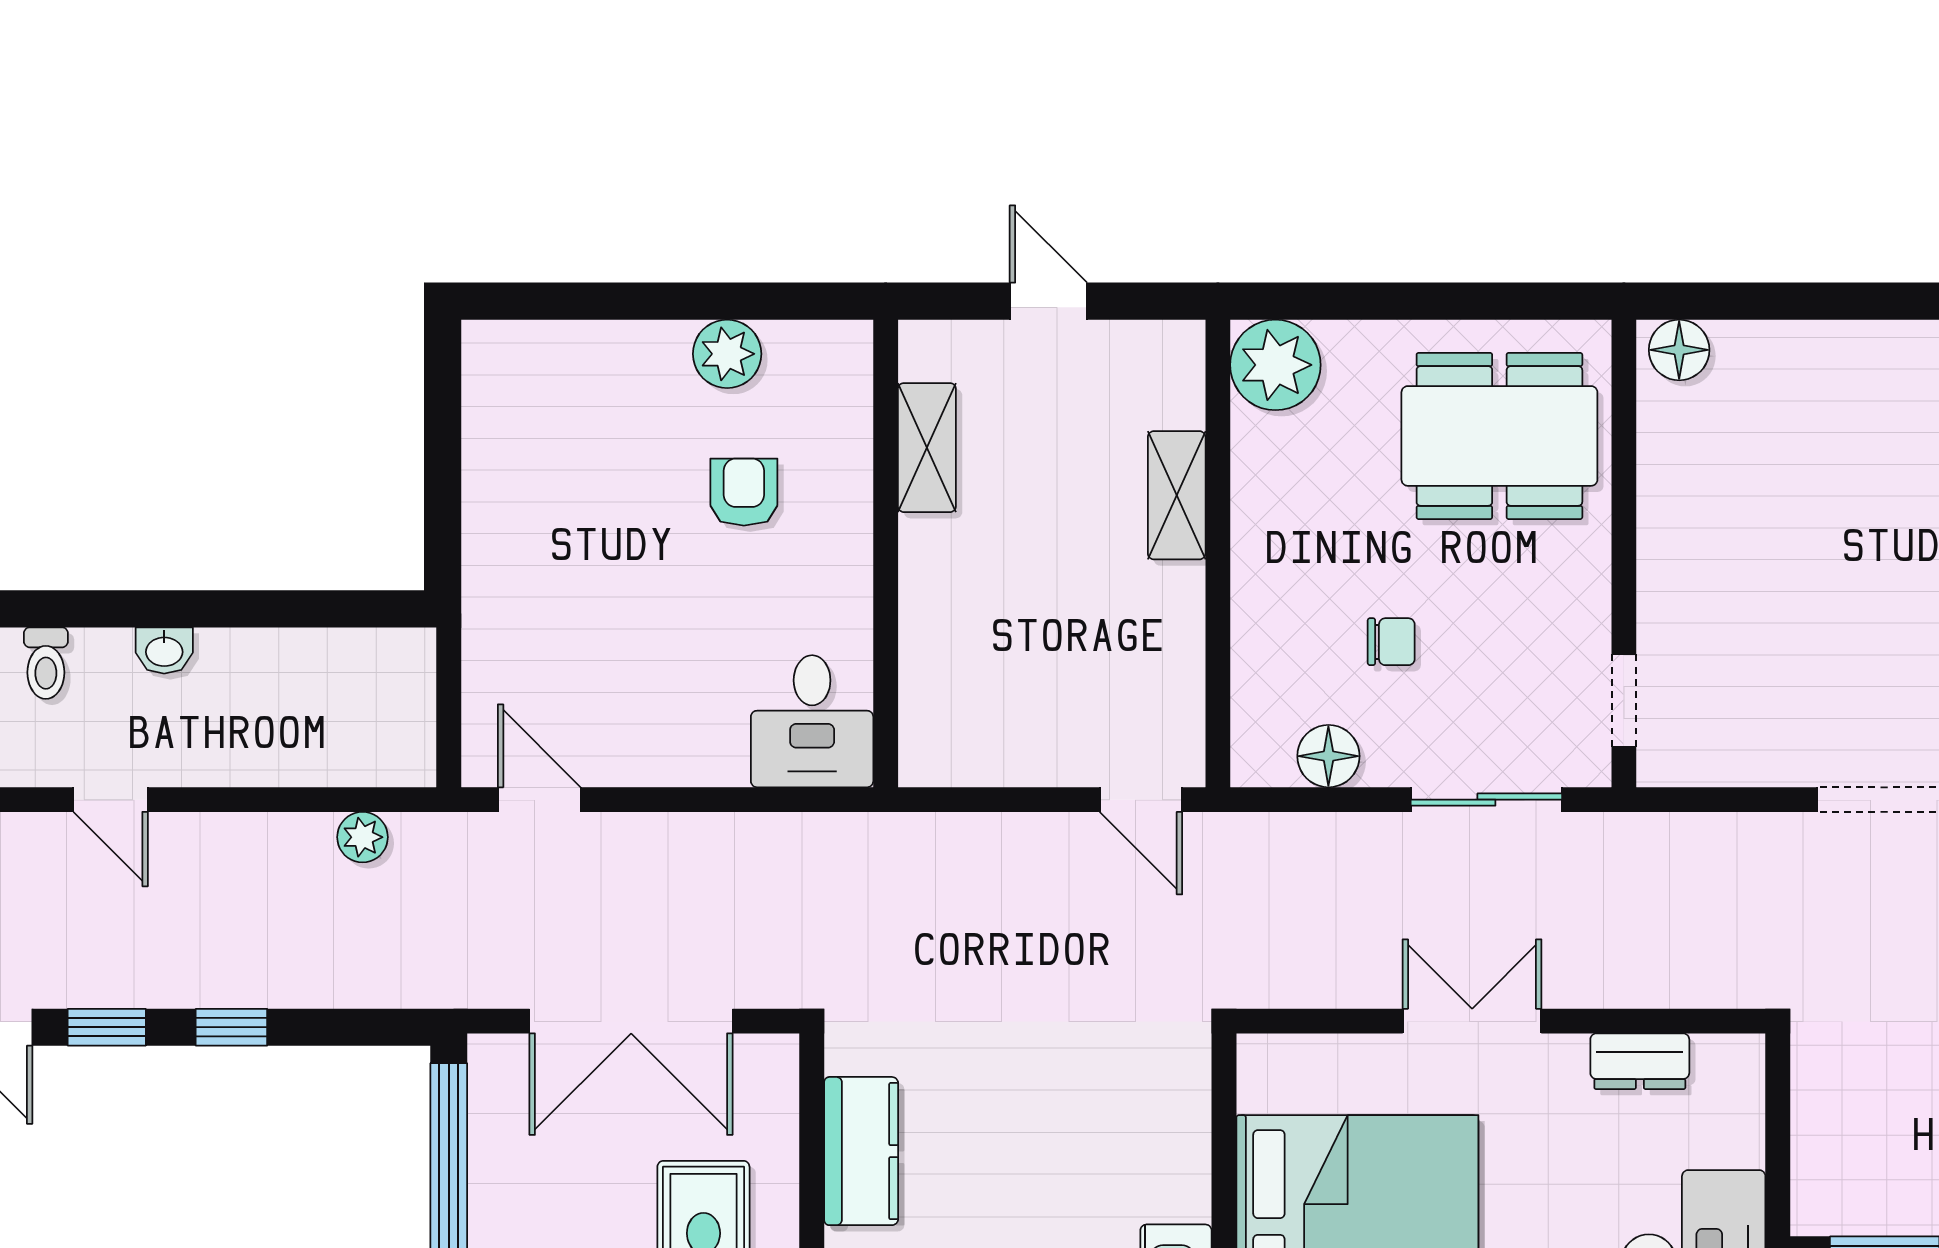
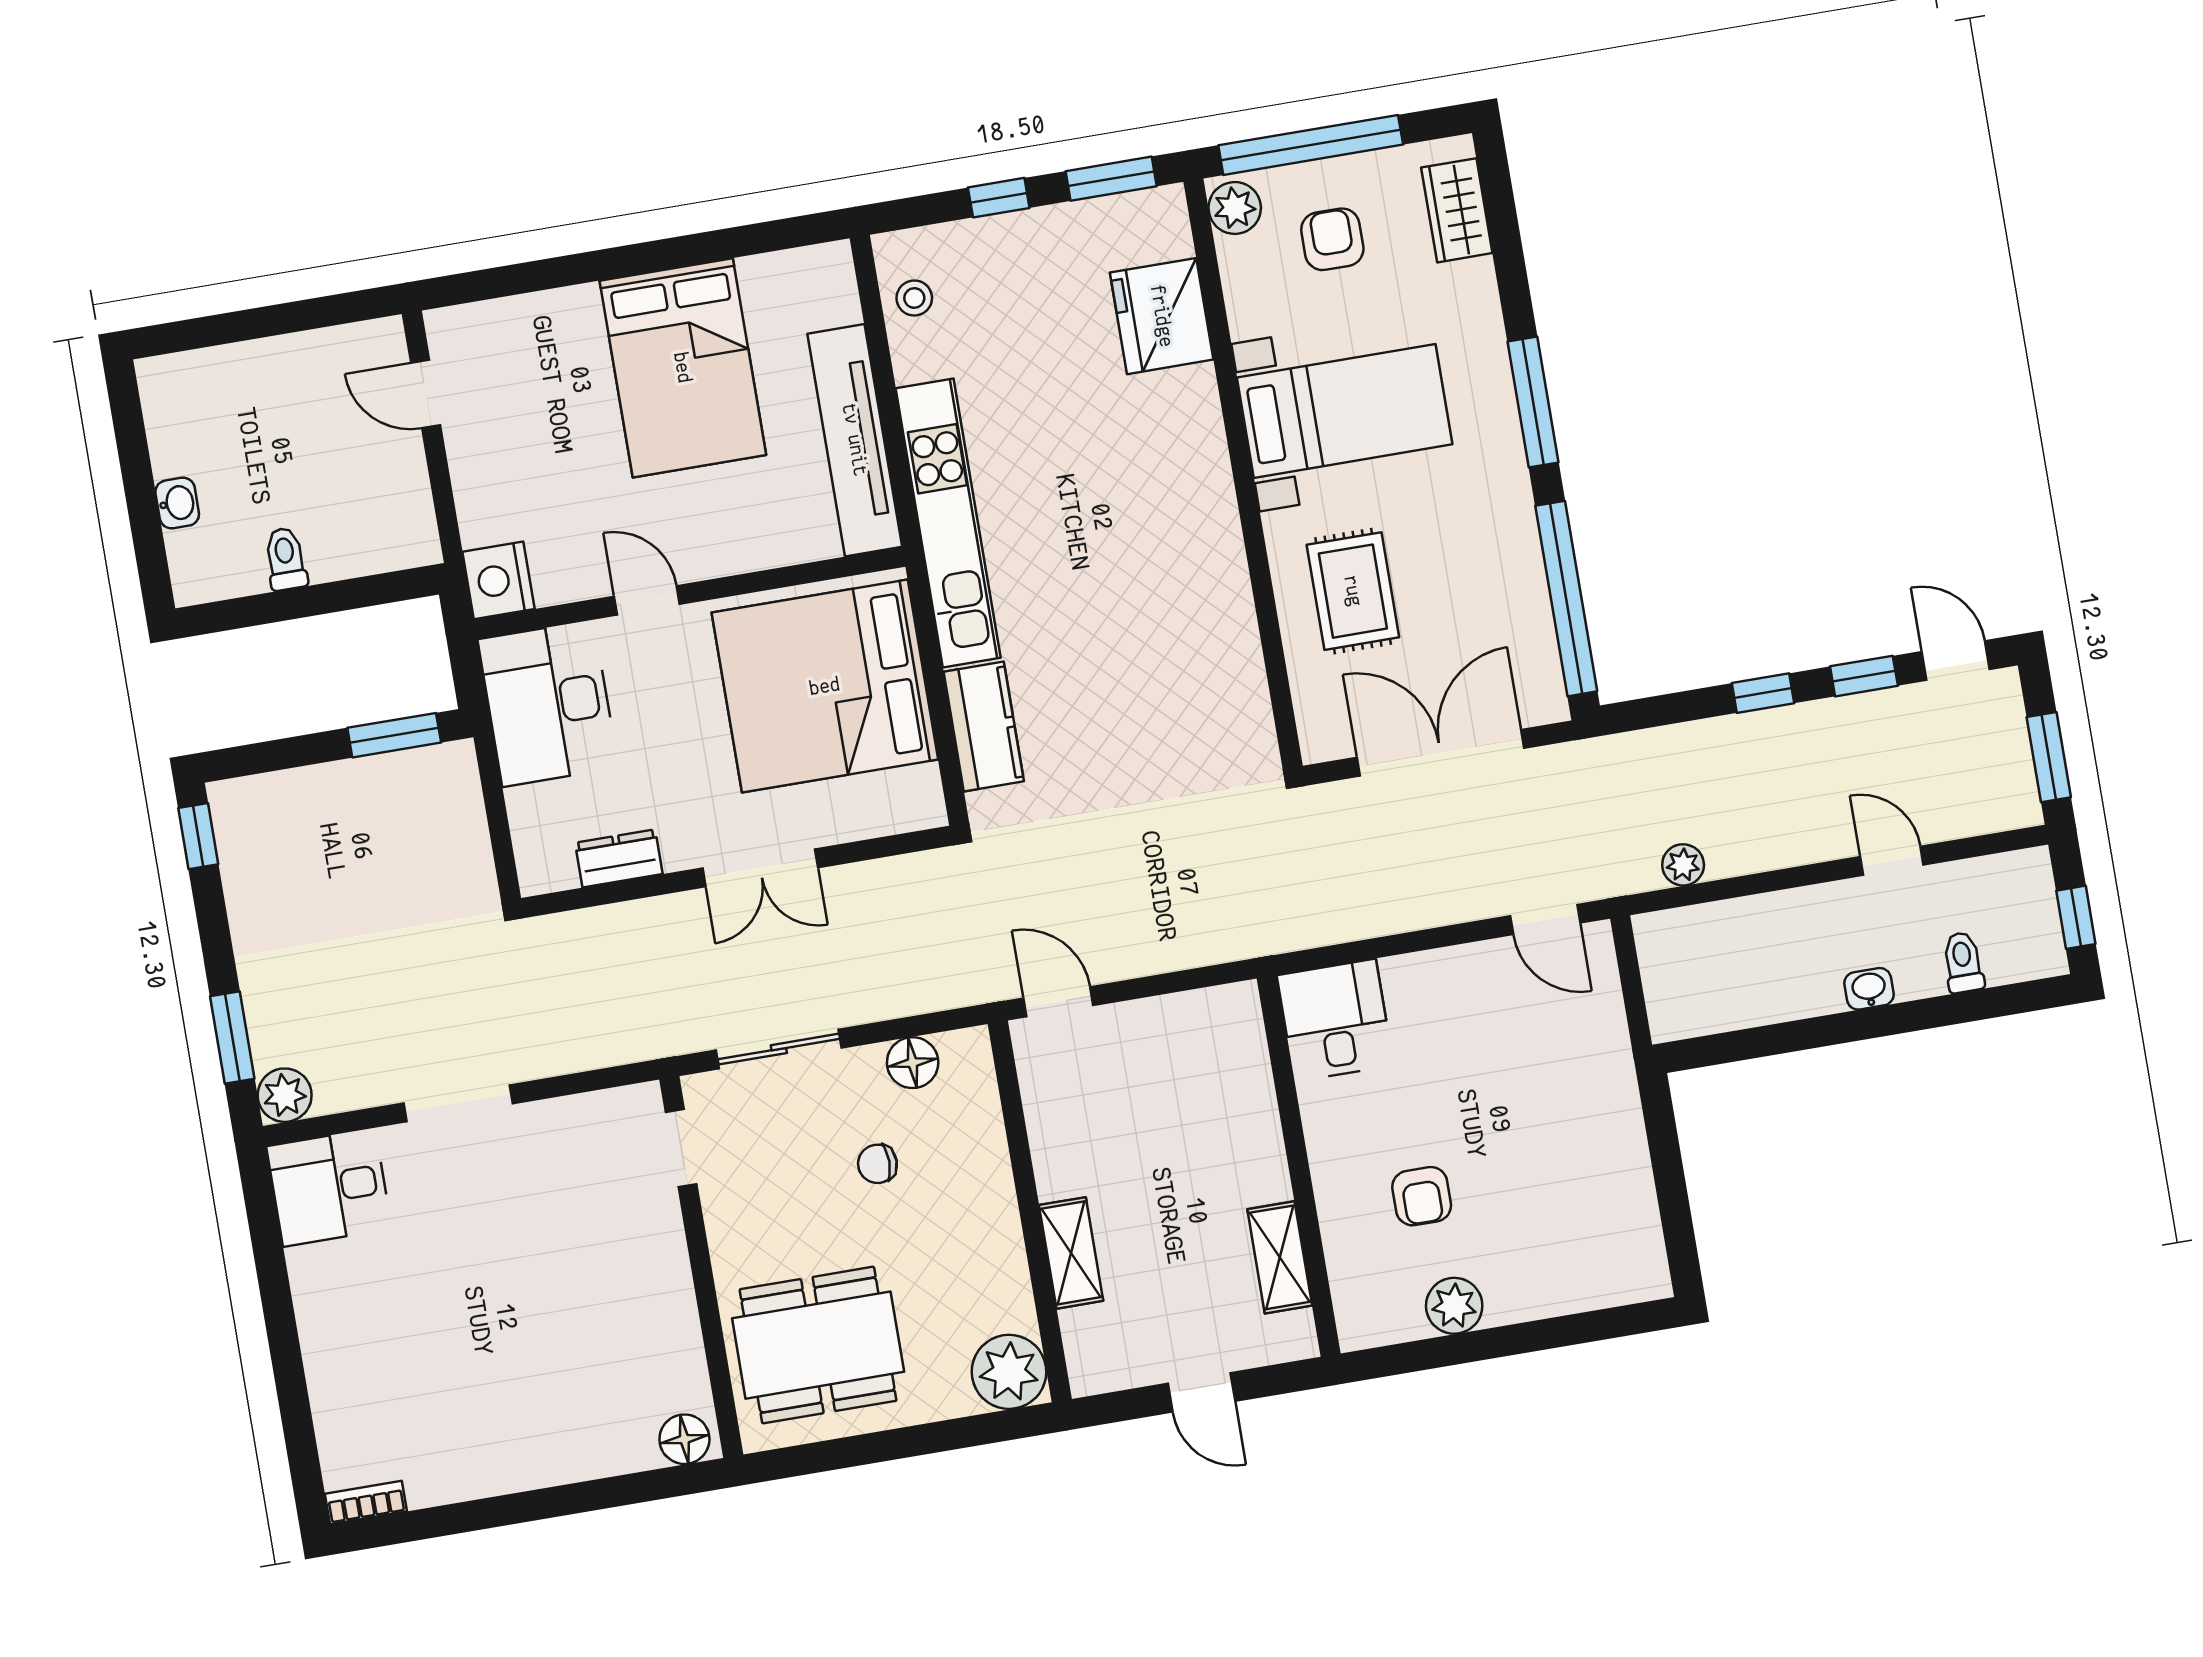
kitchen counter: (861, 1151) -> (984, 727), moved, turned 180

